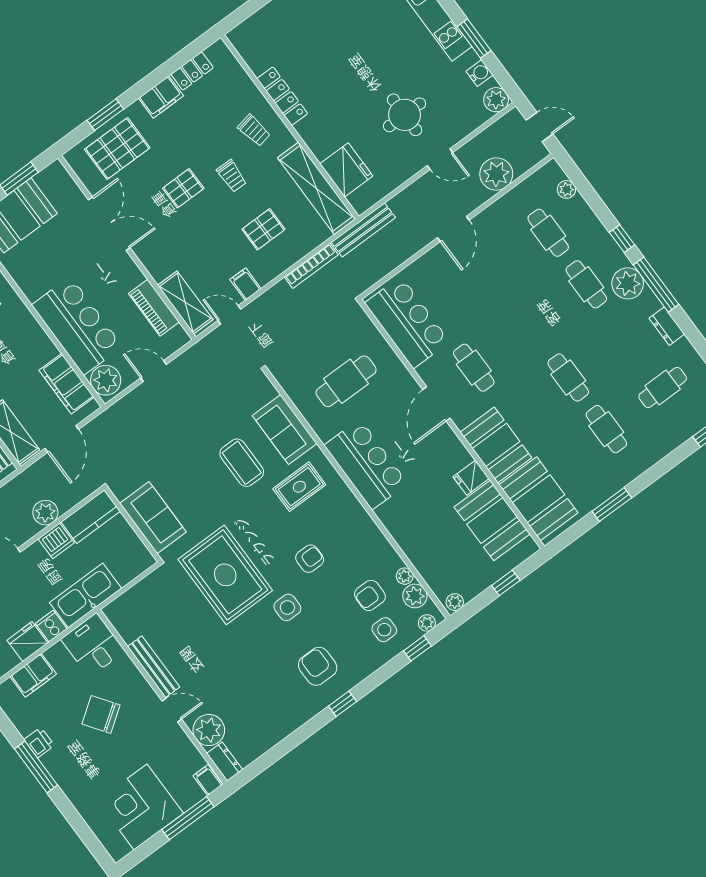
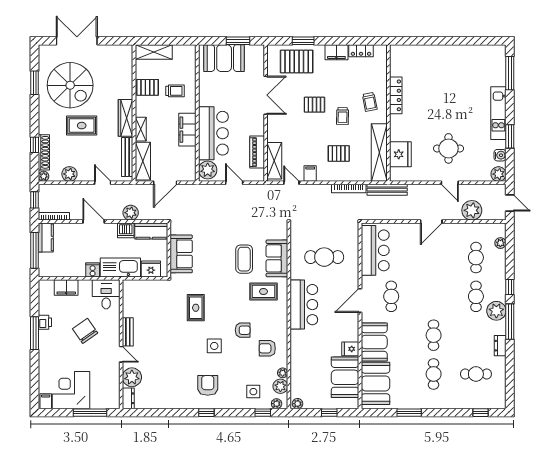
filing cabinet: (67, 384) -> (187, 130), moved
rug: (225, 575) -> (196, 308), width x0.54, depth x0.49
armchair: (370, 595) -> (267, 348), moved
fridge: (27, 642) -> (151, 269), moved
bench: (154, 667) -> (128, 332), width x0.73
filing cabinet: (208, 780) -> (46, 401), moved

